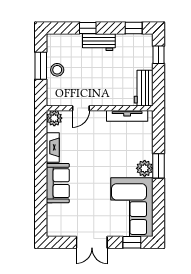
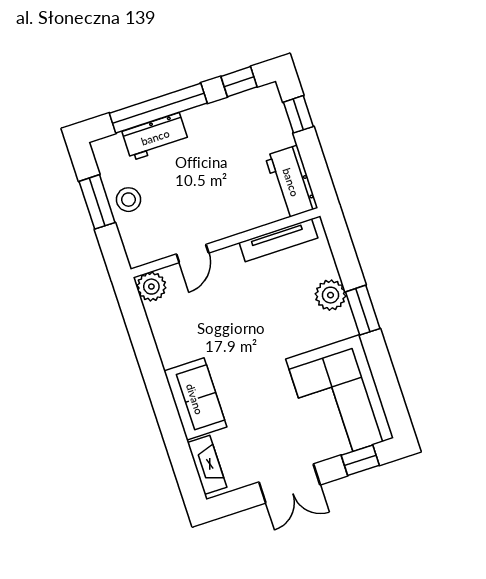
window: (88, 28) -> (158, 108), width x3.17
workbench: (99, 42) -> (155, 137), moved
fireplace: (53, 147) -> (207, 465), moved
plant: (145, 168) -> (331, 295), moved

